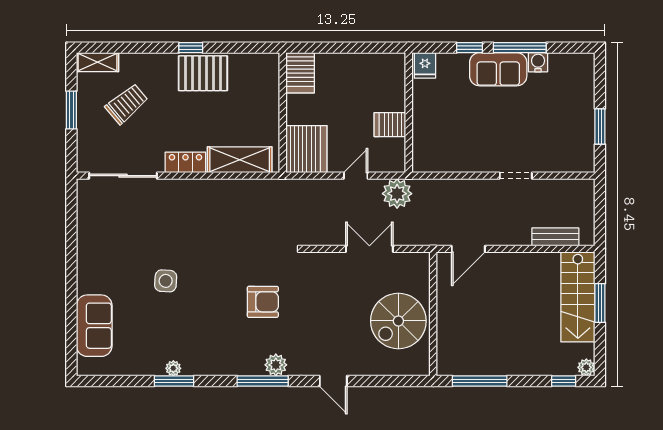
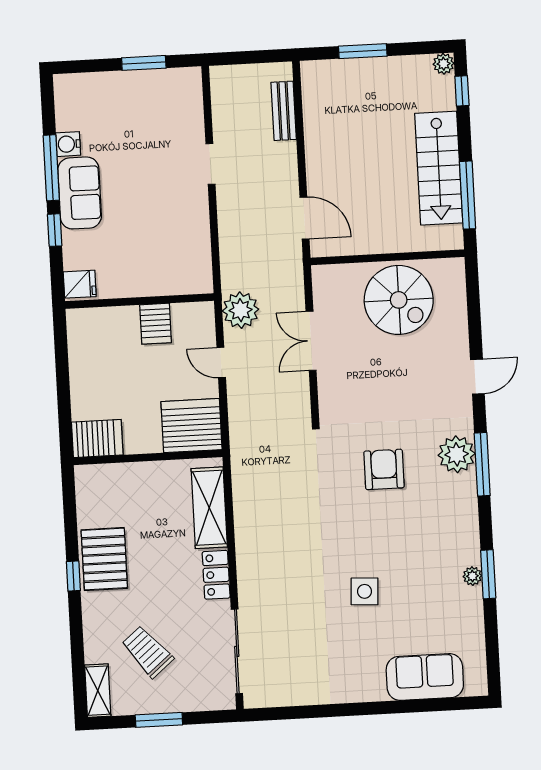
stairs: (578, 297) -> (439, 168), moved, turned 90
plant: (276, 365) -> (457, 454), width x1.36, depth x1.36

